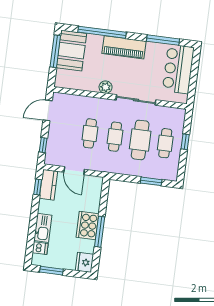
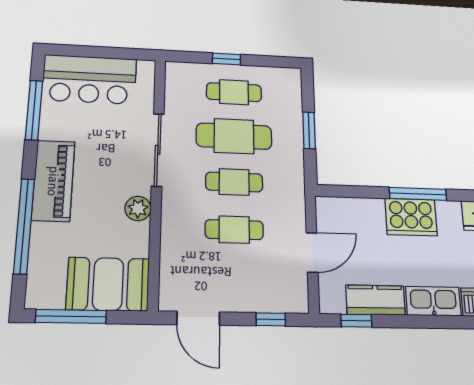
booth: (71, 51) -> (108, 284), moved
window: (151, 181) -> (309, 130), moved
kitchen counter: (48, 185) -> (376, 300), moved

